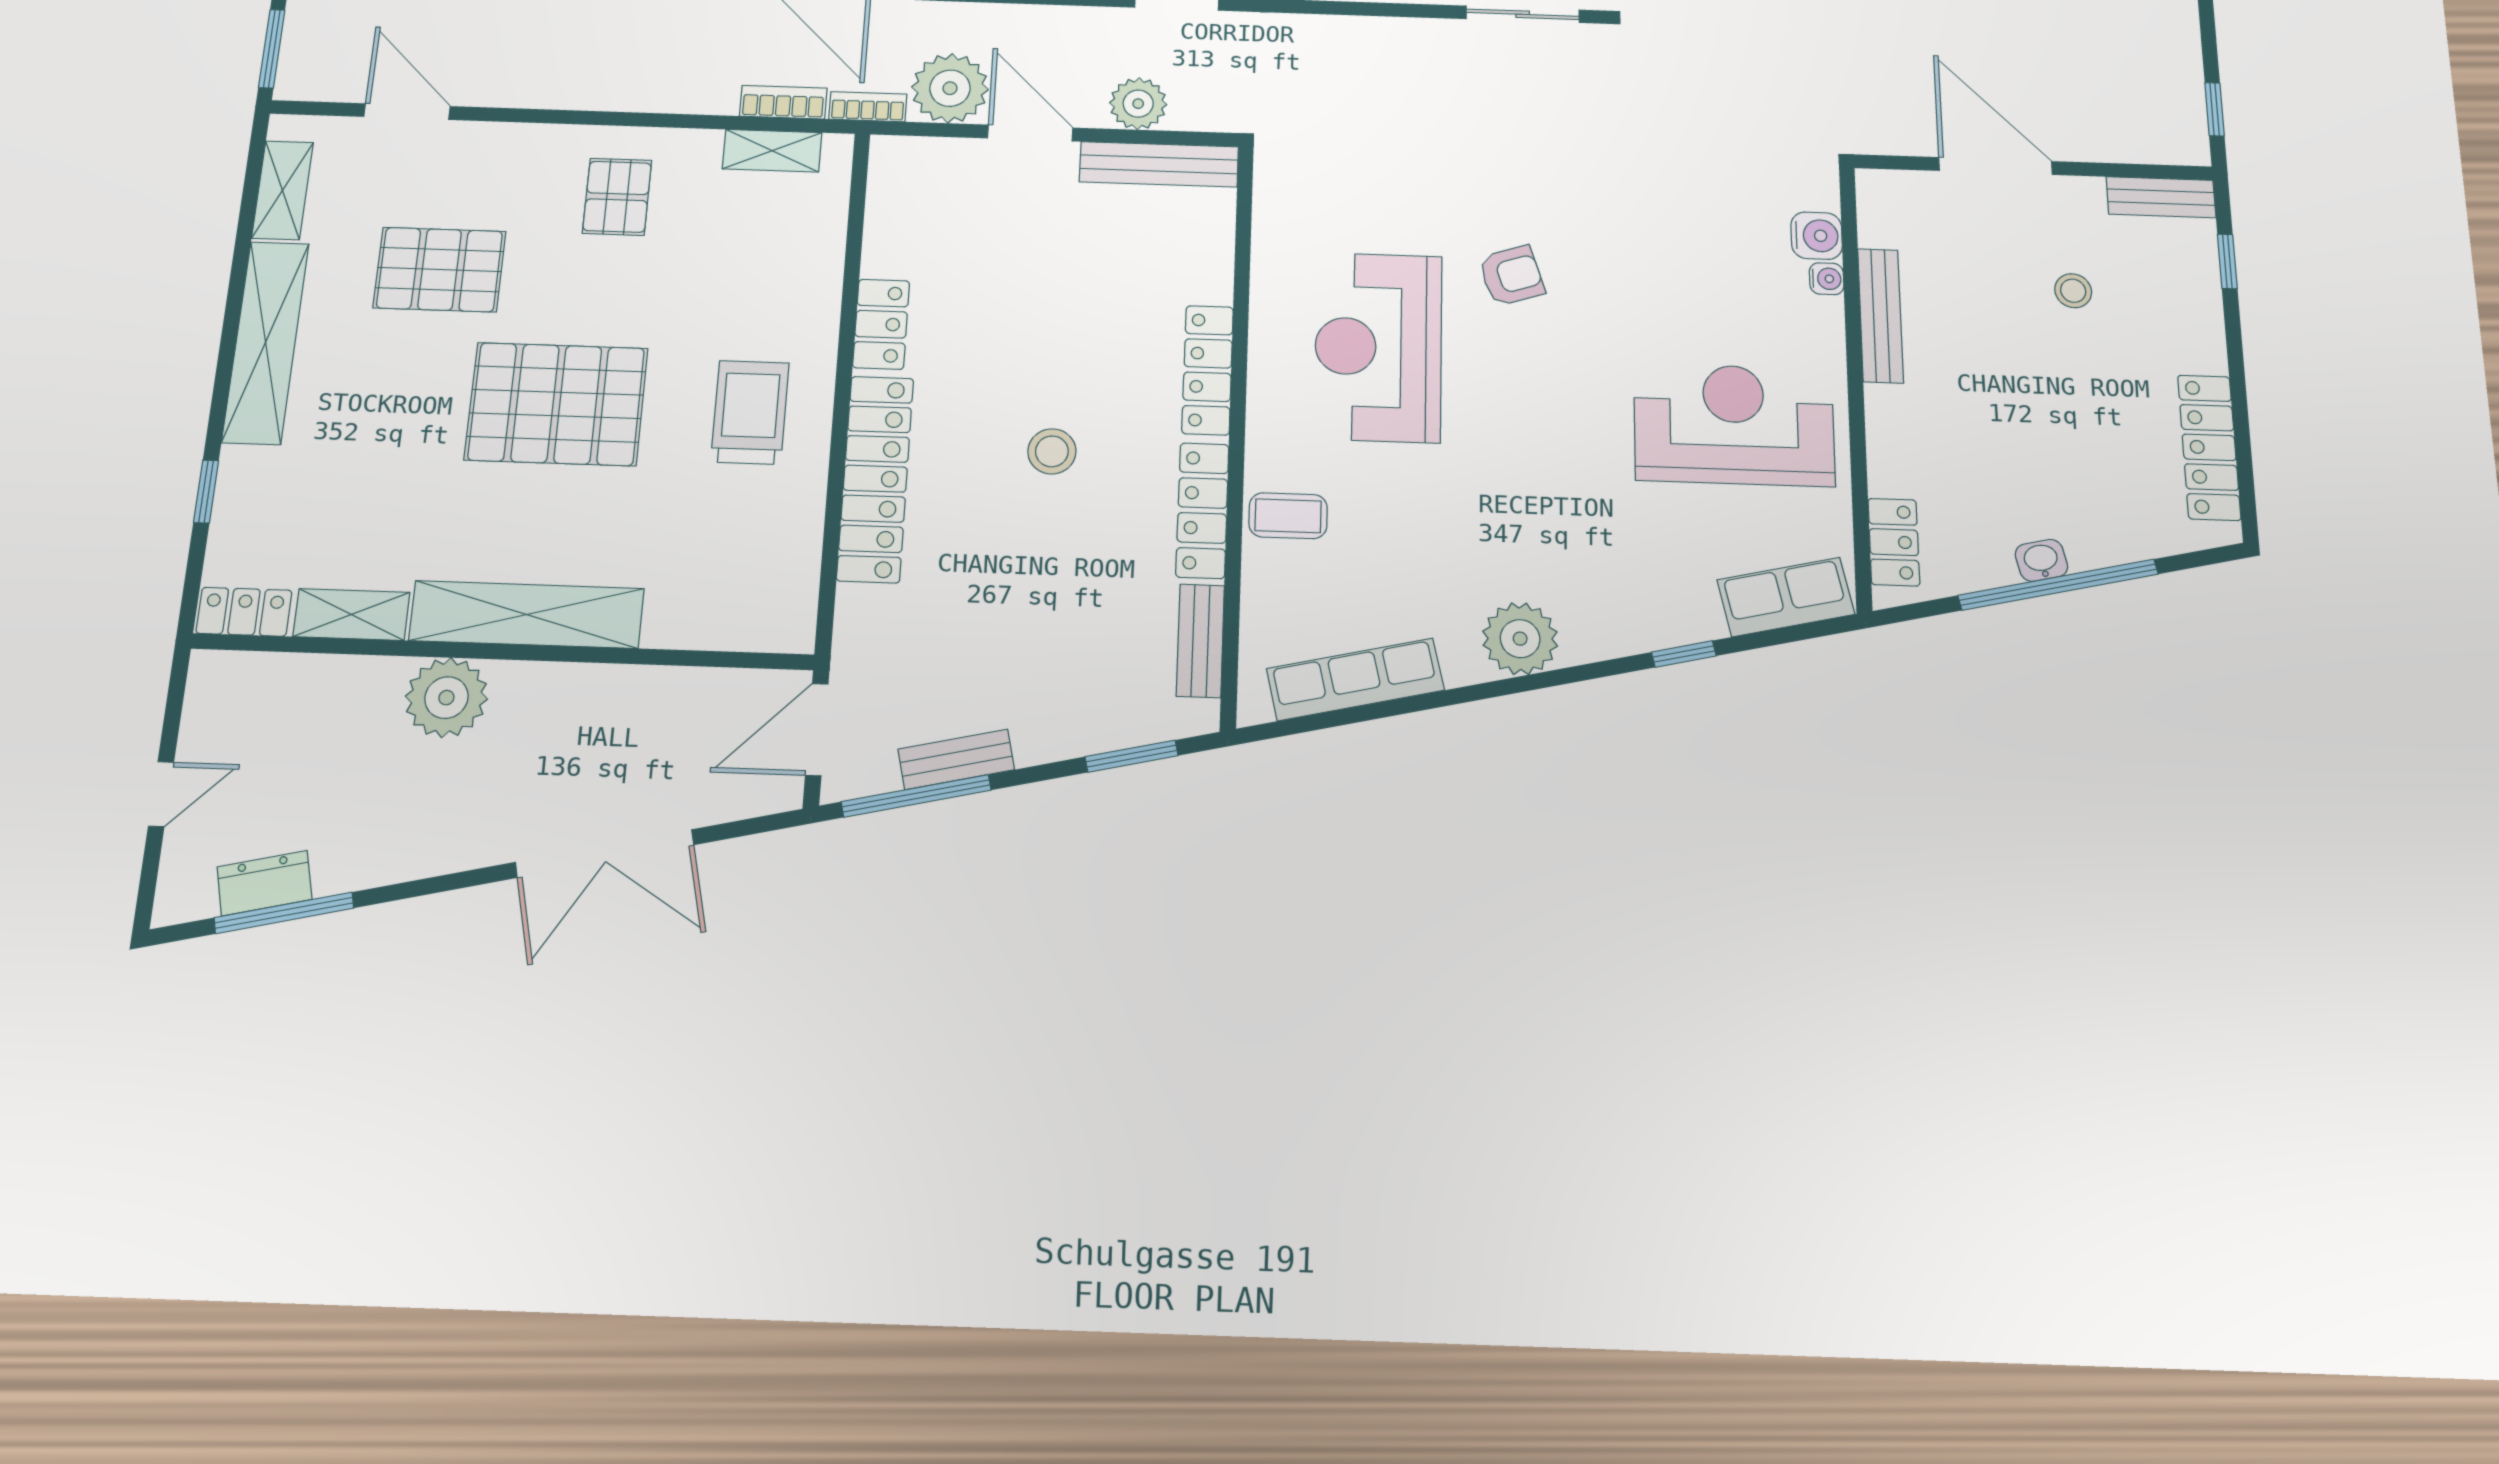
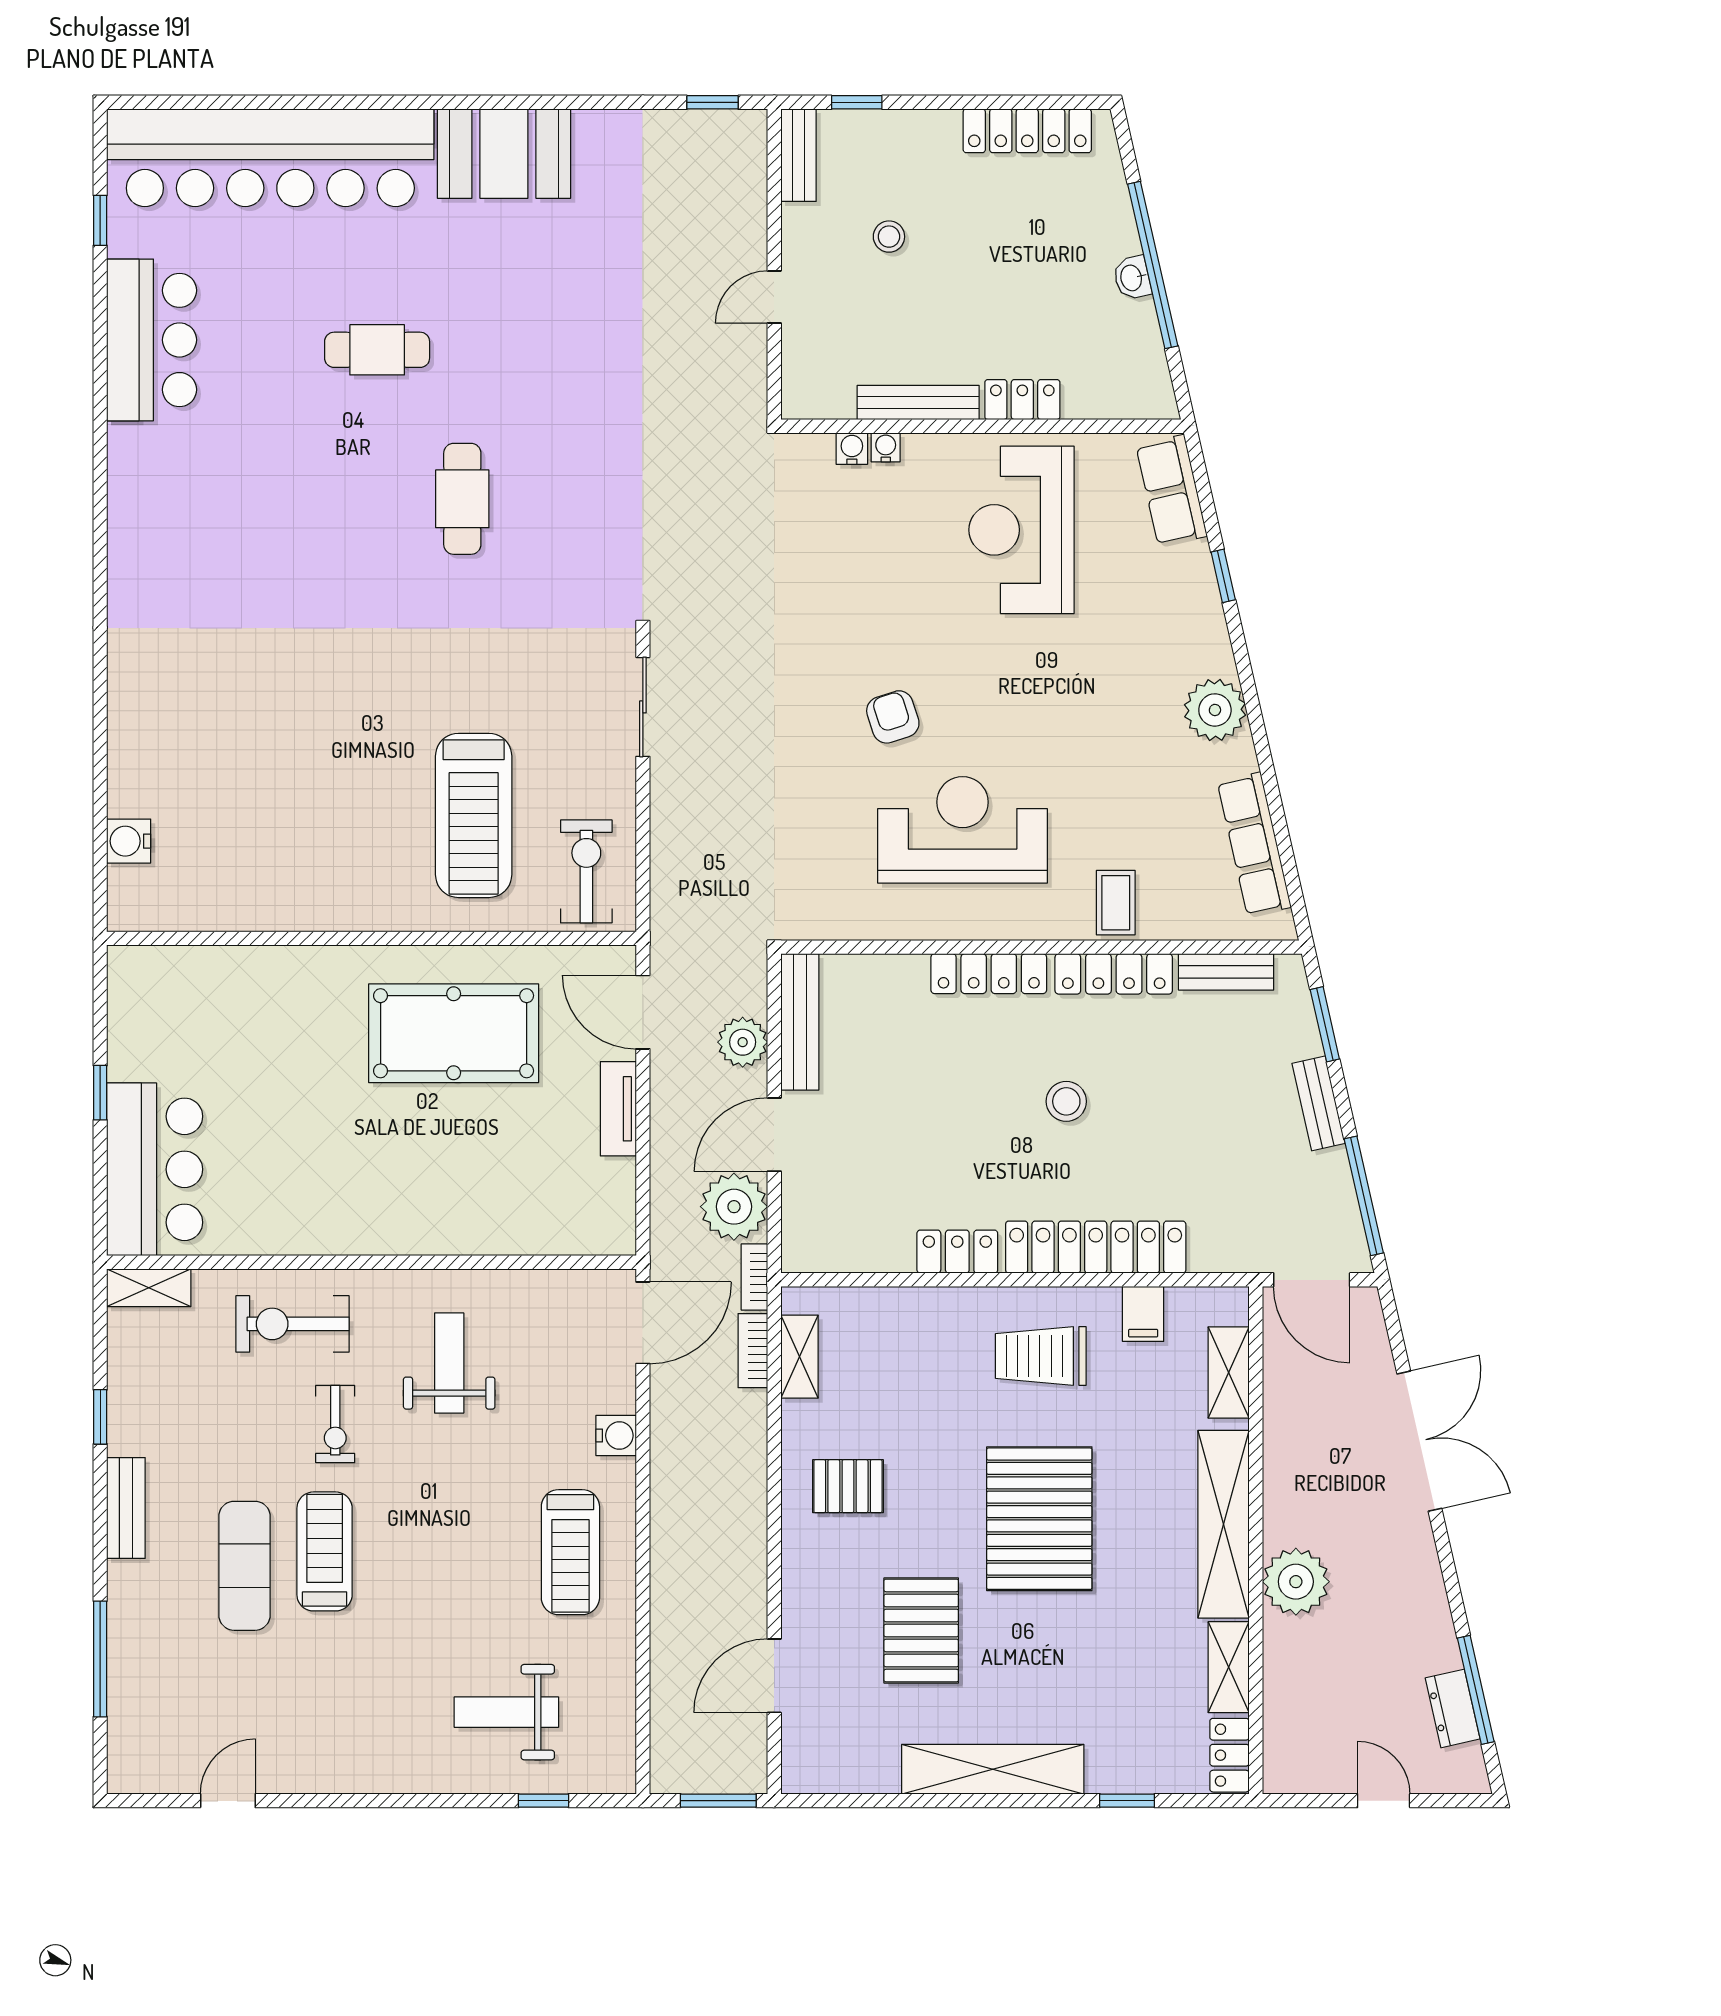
door: (1996, 166) -> (774, 297), width x0.53
shelving: (282, 190) -> (1229, 1373), moved, turned 90
water cooler: (1817, 236) -> (852, 449), width x0.72, depth x0.72
reception desk: (1378, 347) -> (963, 830), turned 180
filing cabinet: (791, 530) -> (1143, 1314), added
locker: (1894, 542) -> (1022, 400), moved
bench: (956, 759) -> (1318, 1103), moved

